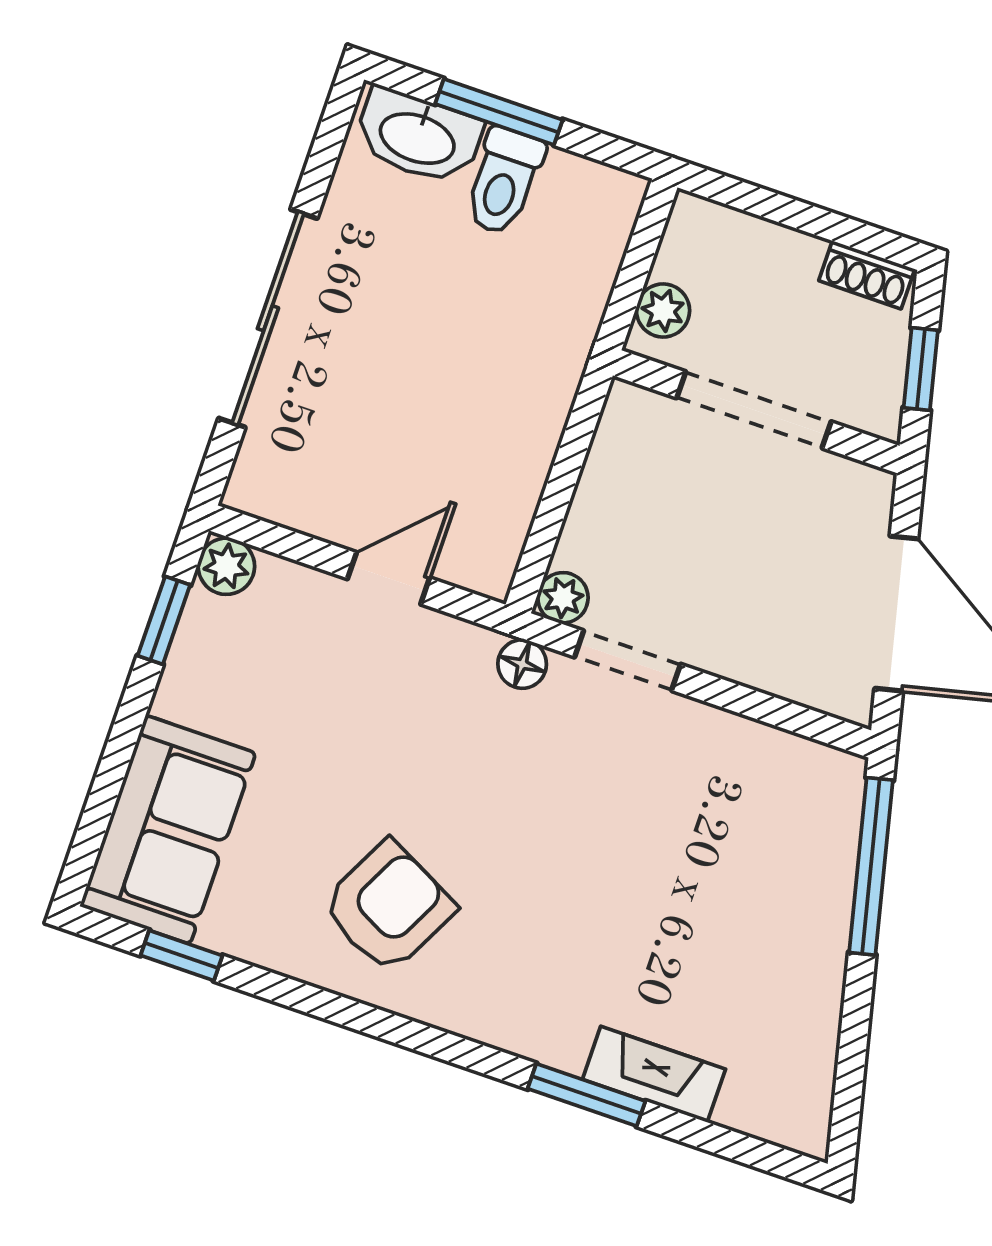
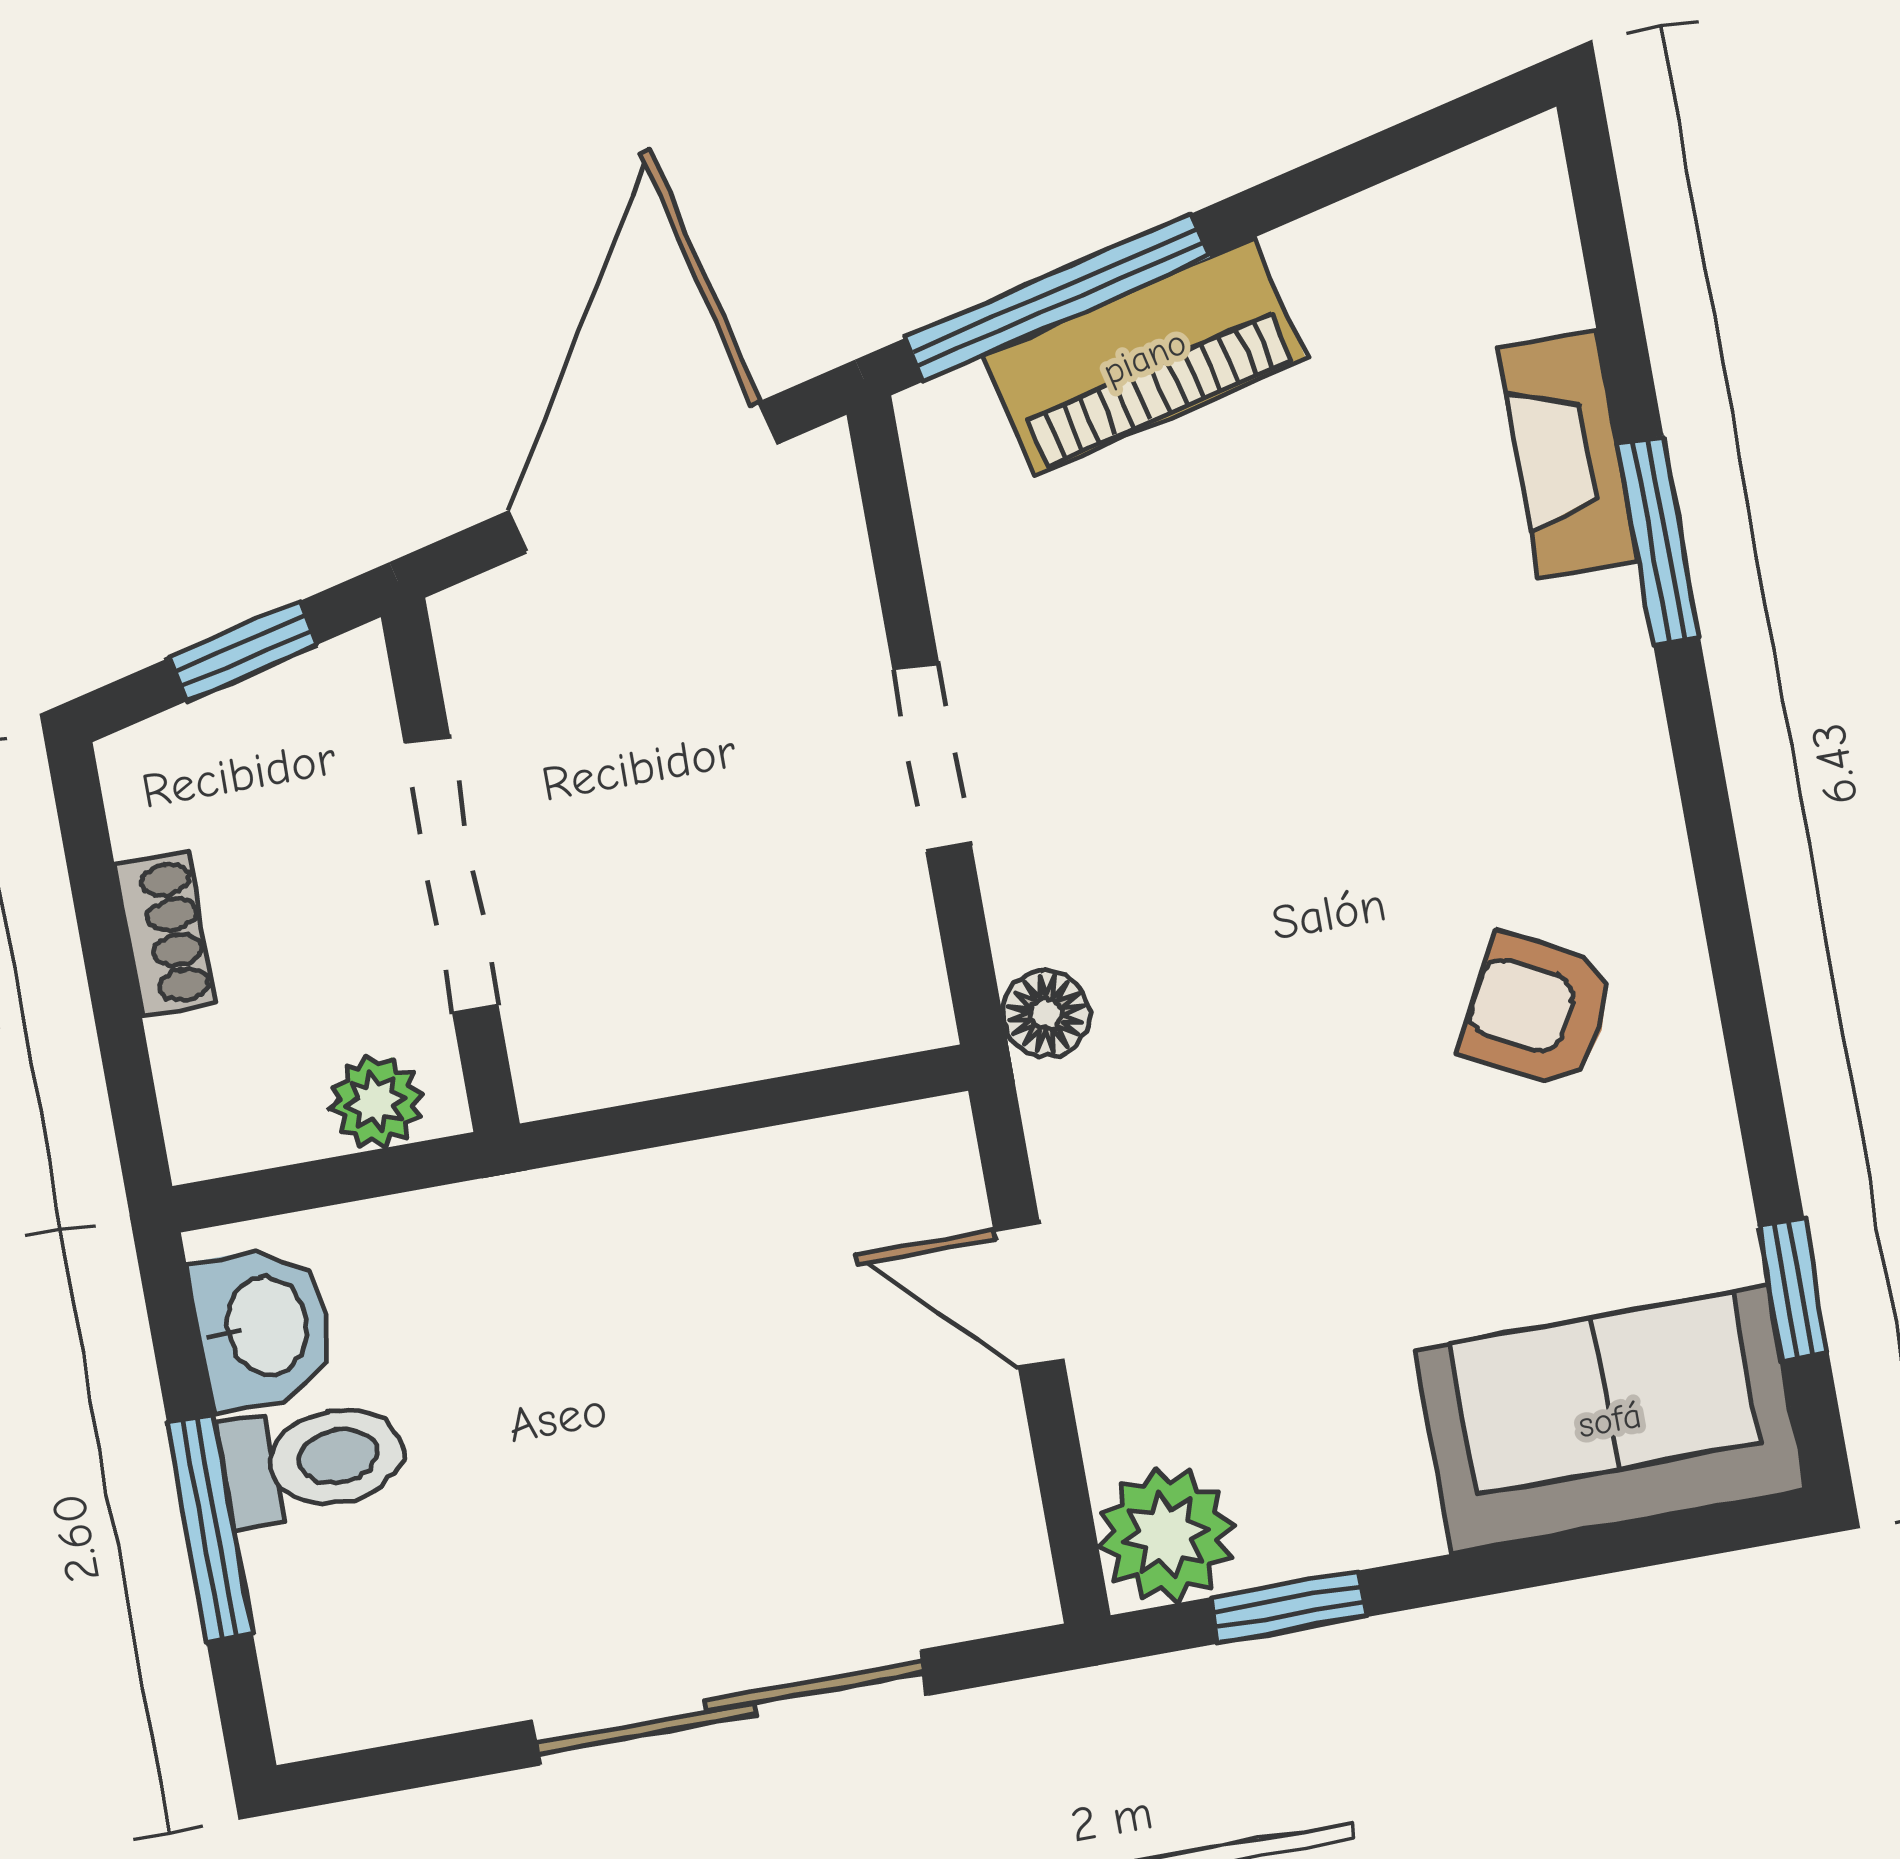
washbasin: (418, 136) -> (263, 1327), moved, width x0.72
shoe rack: (867, 275) -> (165, 934), moved
plant: (226, 566) -> (1166, 1535), width x1.38, depth x1.38
plant: (563, 598) -> (908, 1008), removed
doorway: (628, 661) -> (932, 757), moved
piano: (818, 893) -> (1145, 357), added
armchair: (388, 907) -> (1539, 1011), width x0.72, depth x0.72

